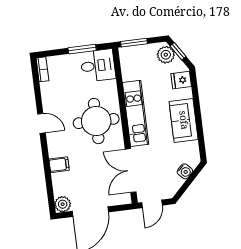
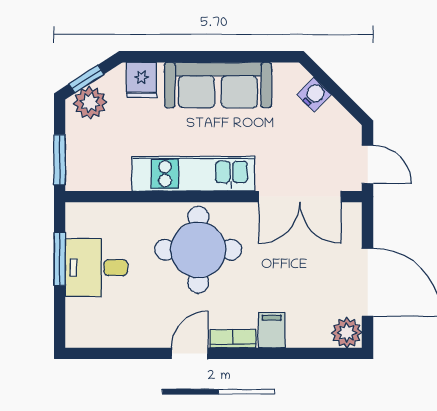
desk: (98, 66) -> (96, 268), moved, turned -90
bookcase: (42, 69) -> (233, 339), moved
sofa: (184, 120) -> (218, 85), width x1.36

